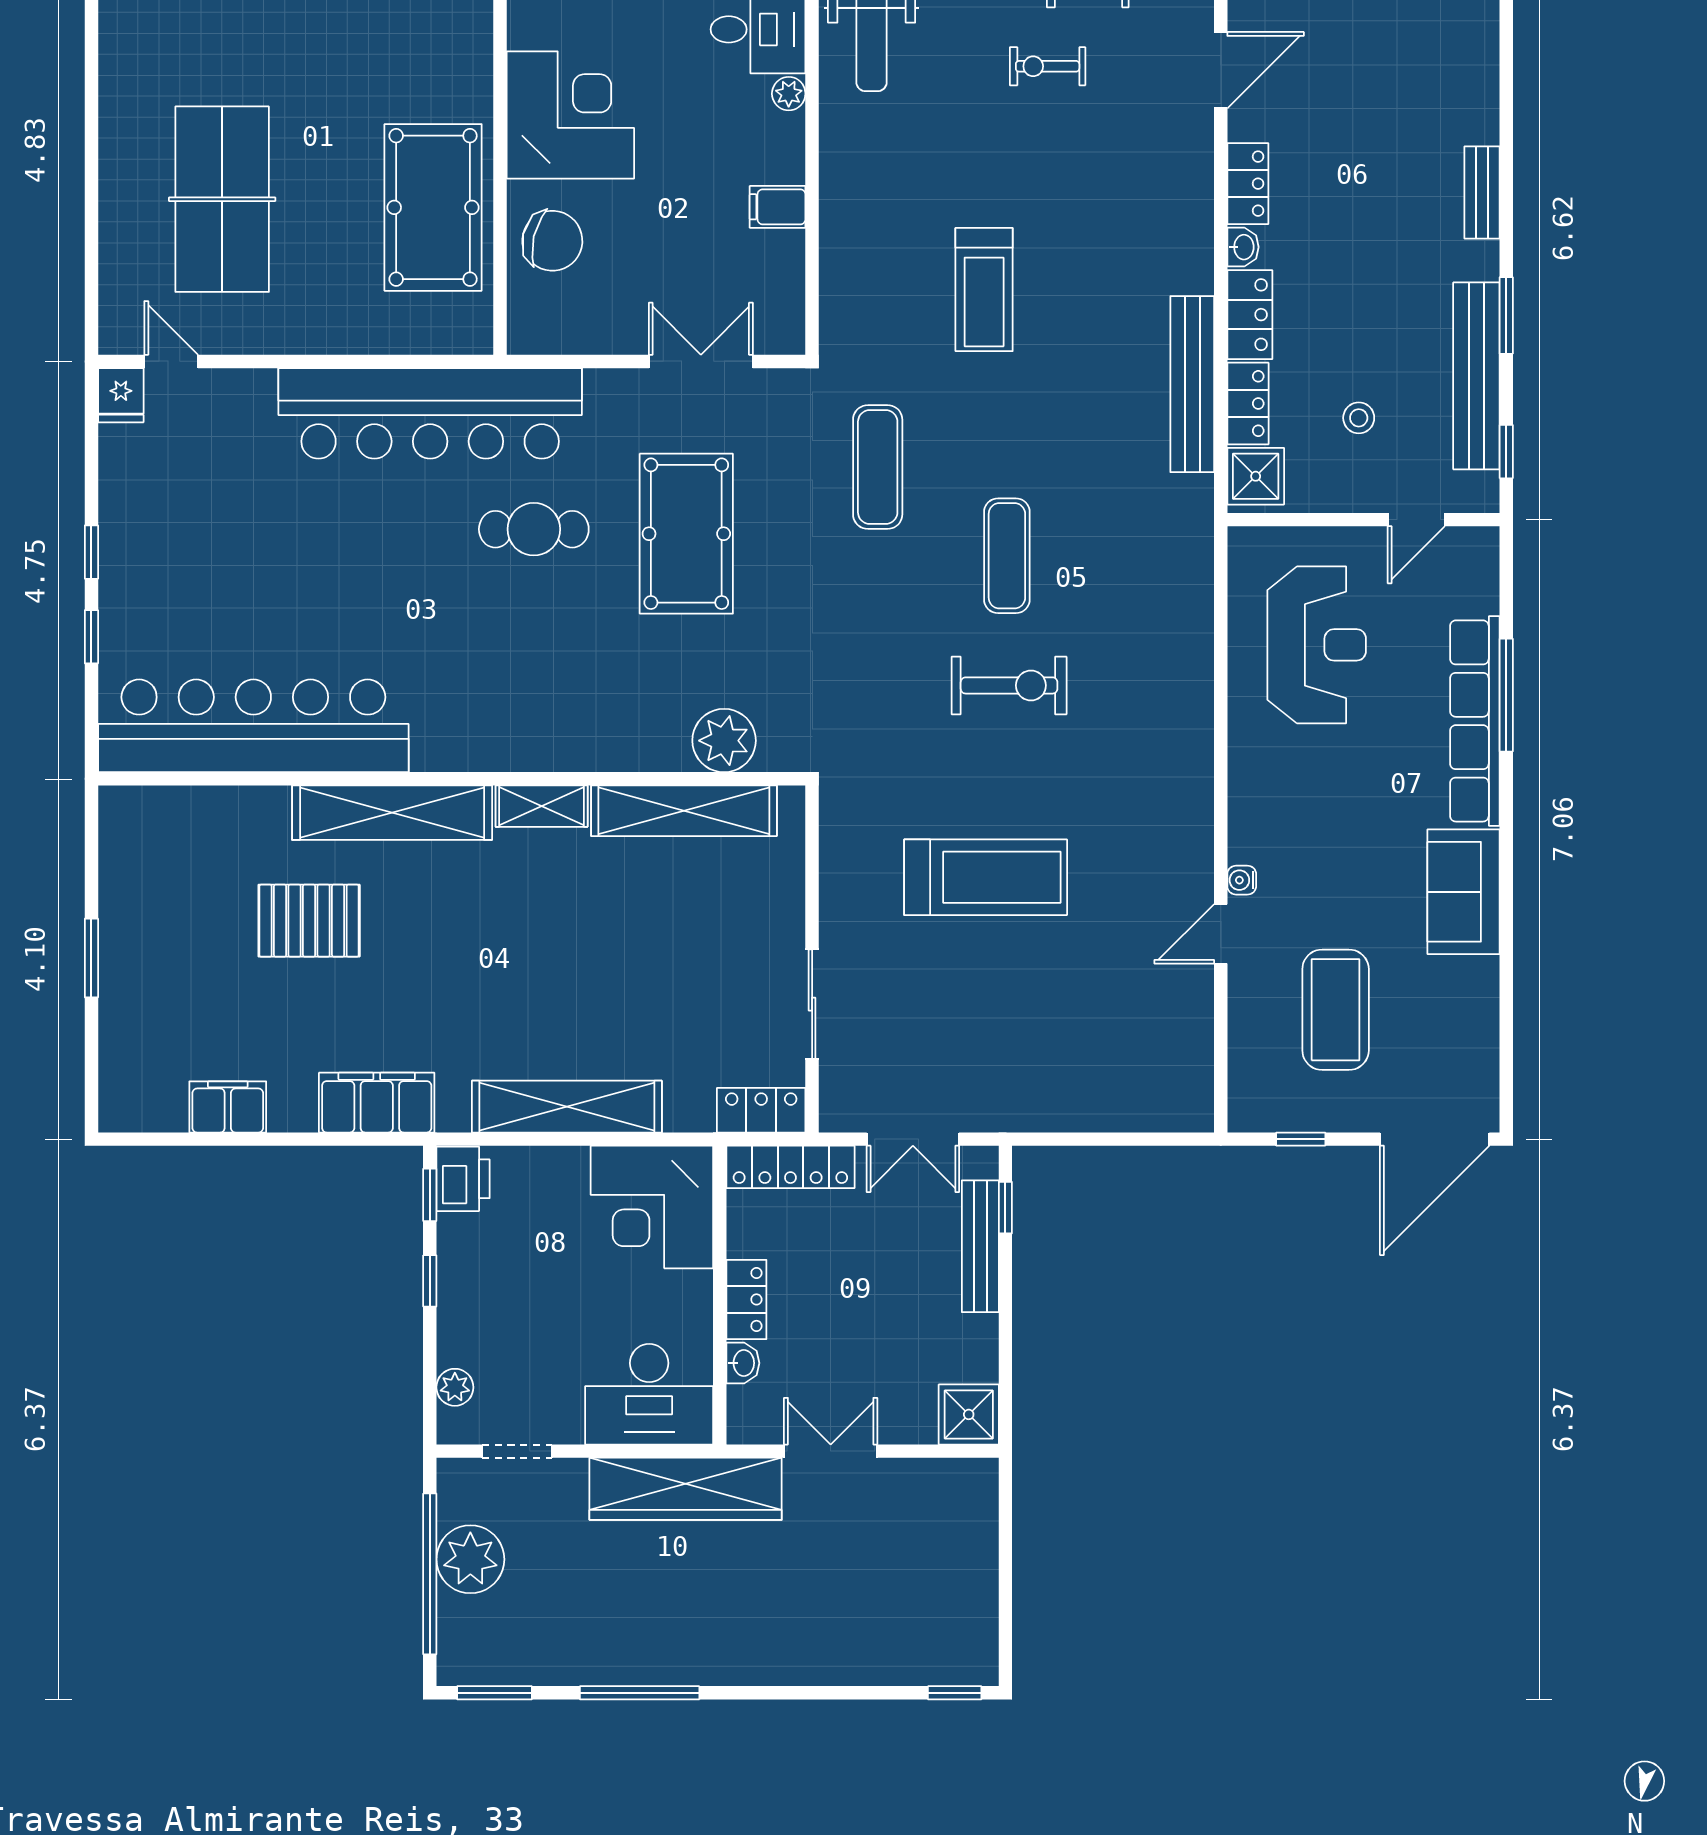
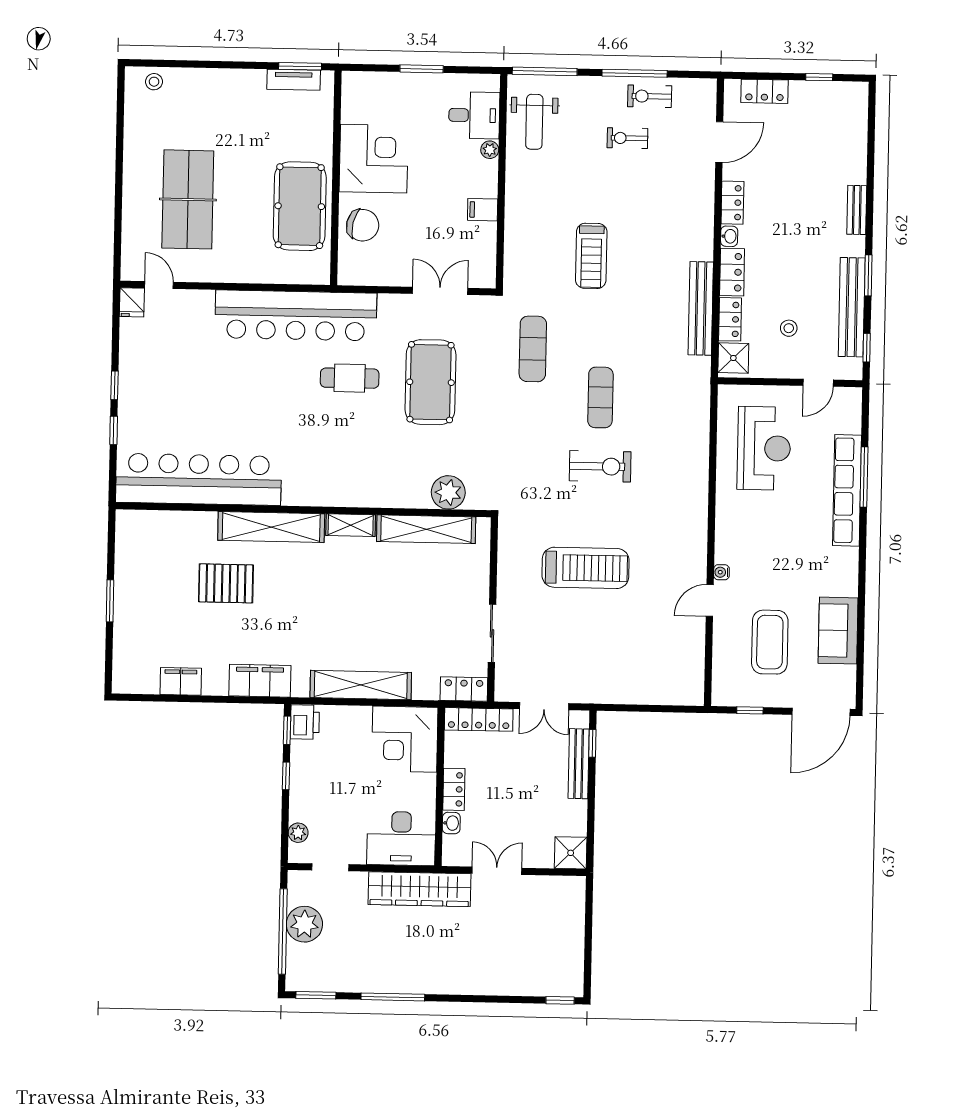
sofa: (1464, 892) -> (838, 631), moved

